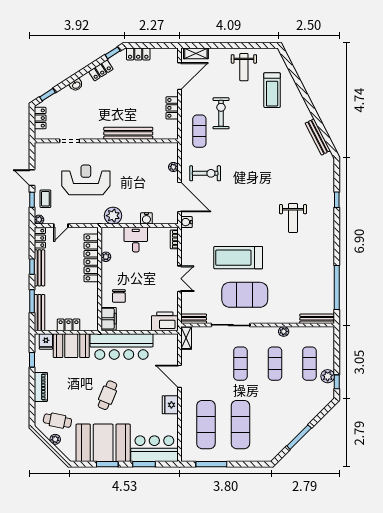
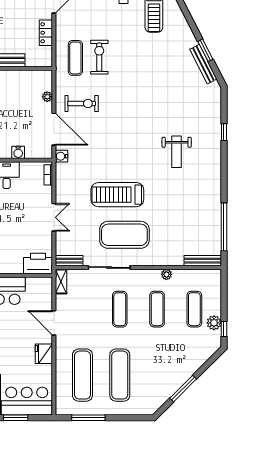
exercise bike: (221, 113) -> (99, 57), moved
window: (320, 124) -> (205, 50), added

